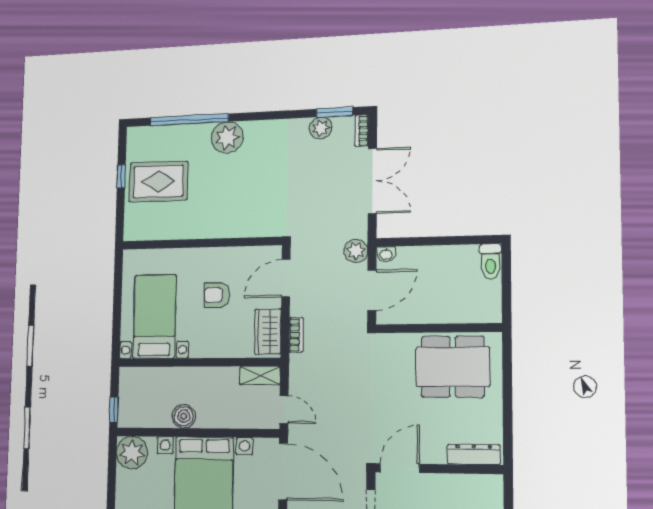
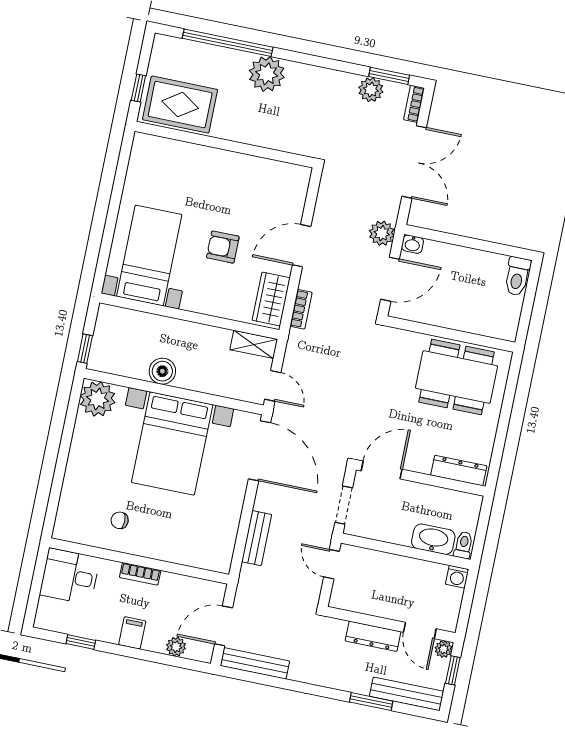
wall: (201, 243) -> (225, 145), moved

